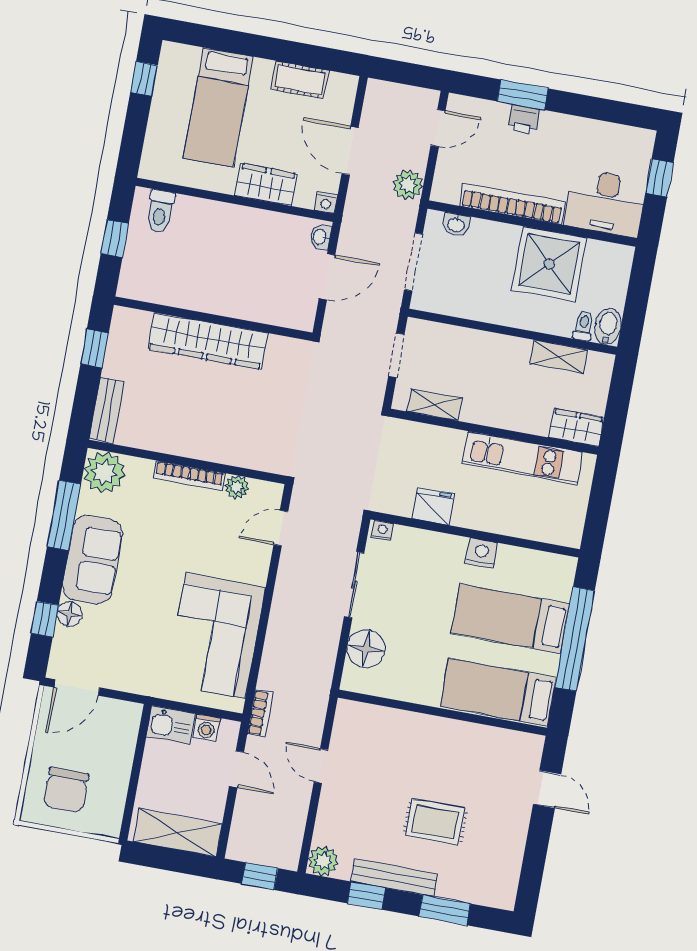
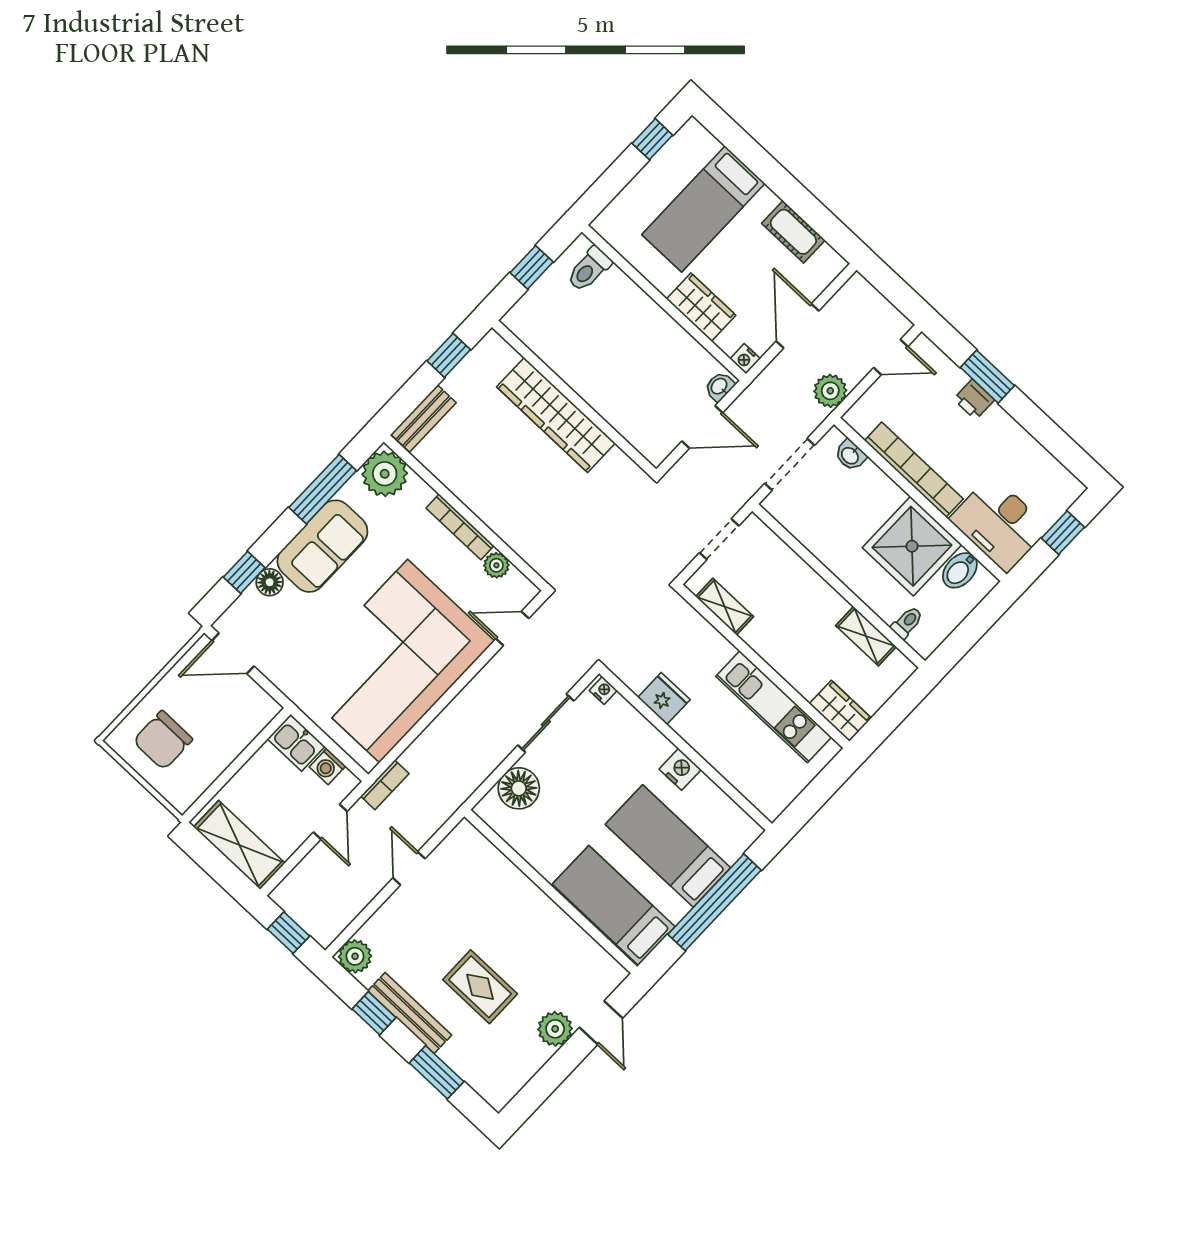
bidet: (608, 326) -> (960, 570), moved, turned 180
corner sofa: (216, 636) -> (394, 661), width x1.36, depth x1.36
plant: (515, 817) -> (555, 1029), added

